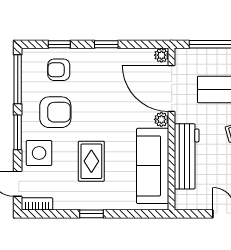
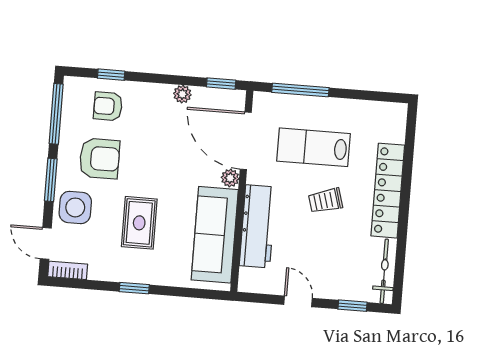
window: (106, 44) -> (221, 84), moved
plant: (161, 55) -> (182, 94), moved

